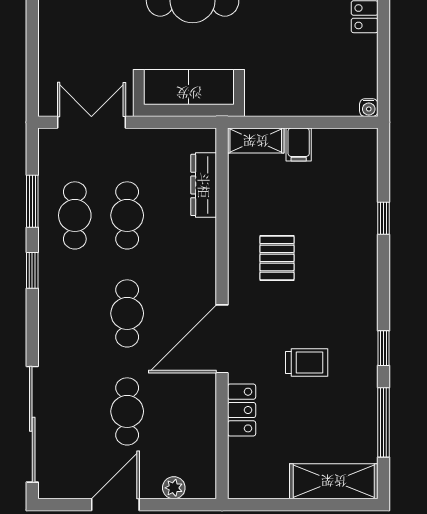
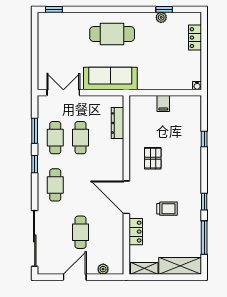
shelving: (256, 141) -> (144, 268), moved
cafe table: (127, 313) -> (55, 185), moved
door: (222, 339) -> (126, 197), hinge flipped

